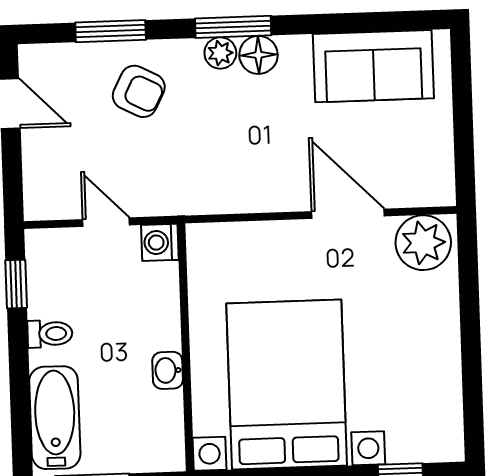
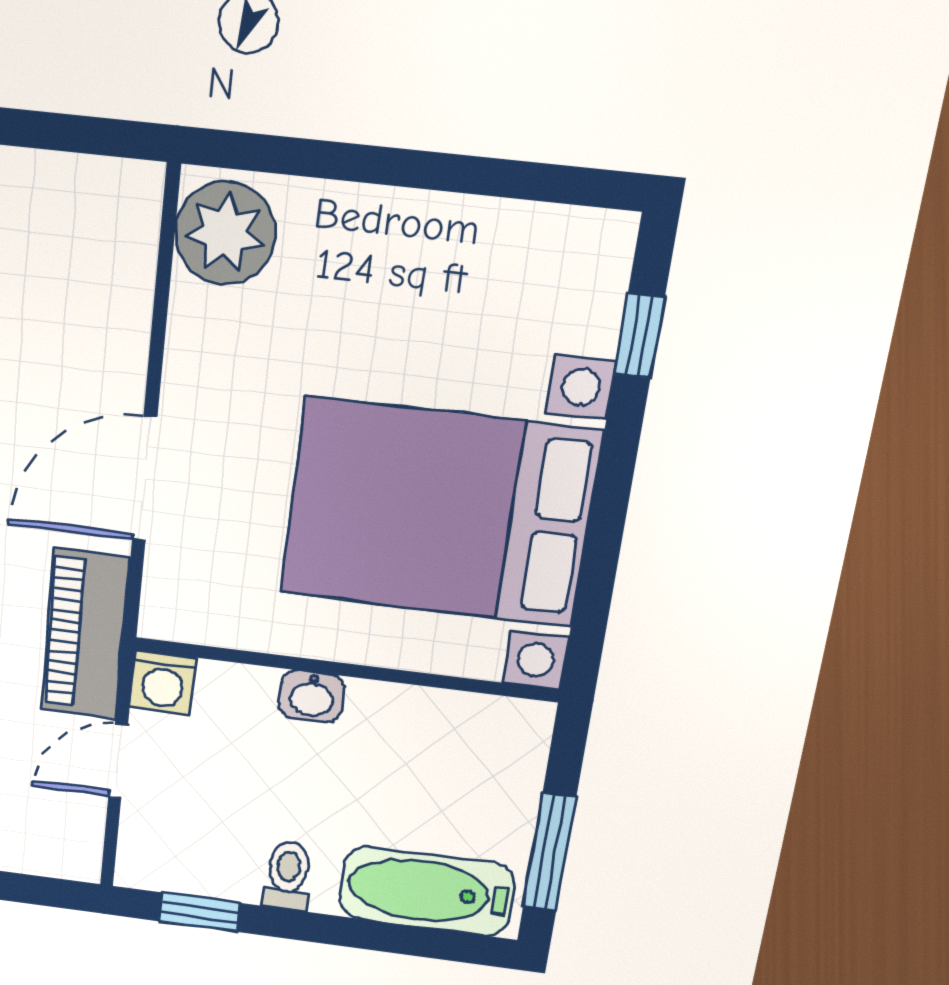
piano: (182, 193) -> (85, 634), added
door: (348, 214) -> (145, 479), moved
washbasin: (168, 370) -> (312, 696), moved

